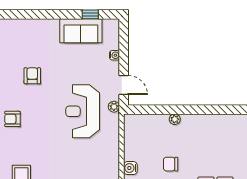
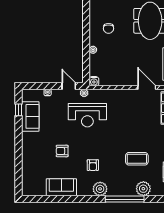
door: (124, 85) -> (69, 86), hinge flipped
chair: (171, 164) -> (108, 28), moved
water cooler: (130, 168) -> (94, 81), moved

